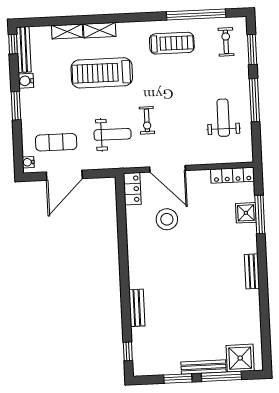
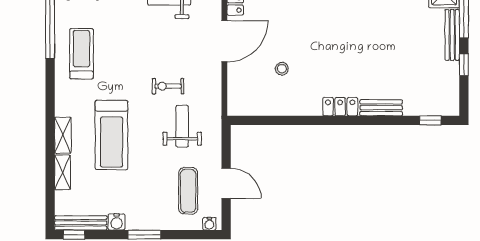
exercise bike: (147, 120) -> (168, 86), turned 180
door: (168, 169) -> (224, 41), moved
door: (64, 175) -> (226, 183), width x0.73
locker: (132, 189) -> (340, 107), moved
stool: (167, 219) -> (282, 69), width x0.53, depth x0.53
window: (178, 378) -> (464, 65), width x0.67

